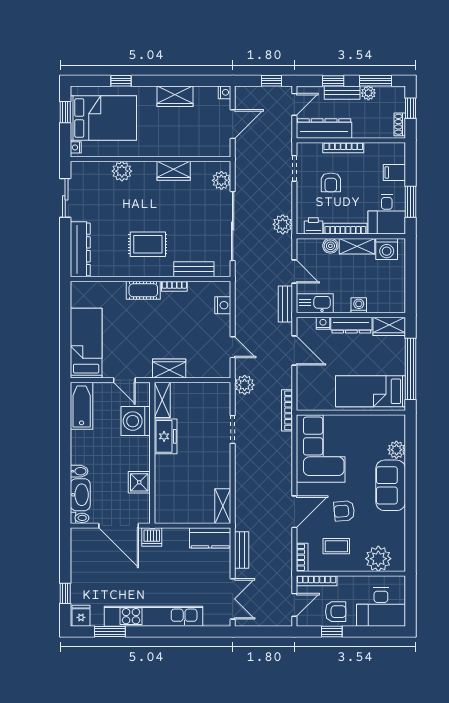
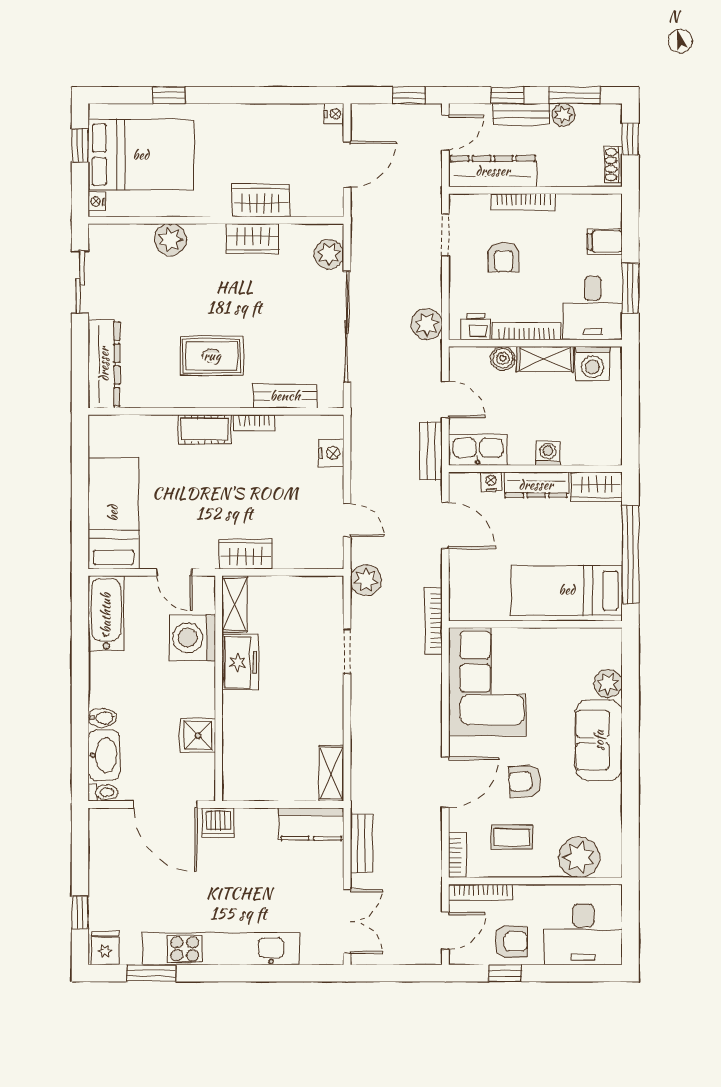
wardrobe: (175, 96) -> (261, 200), moved, turned 180

